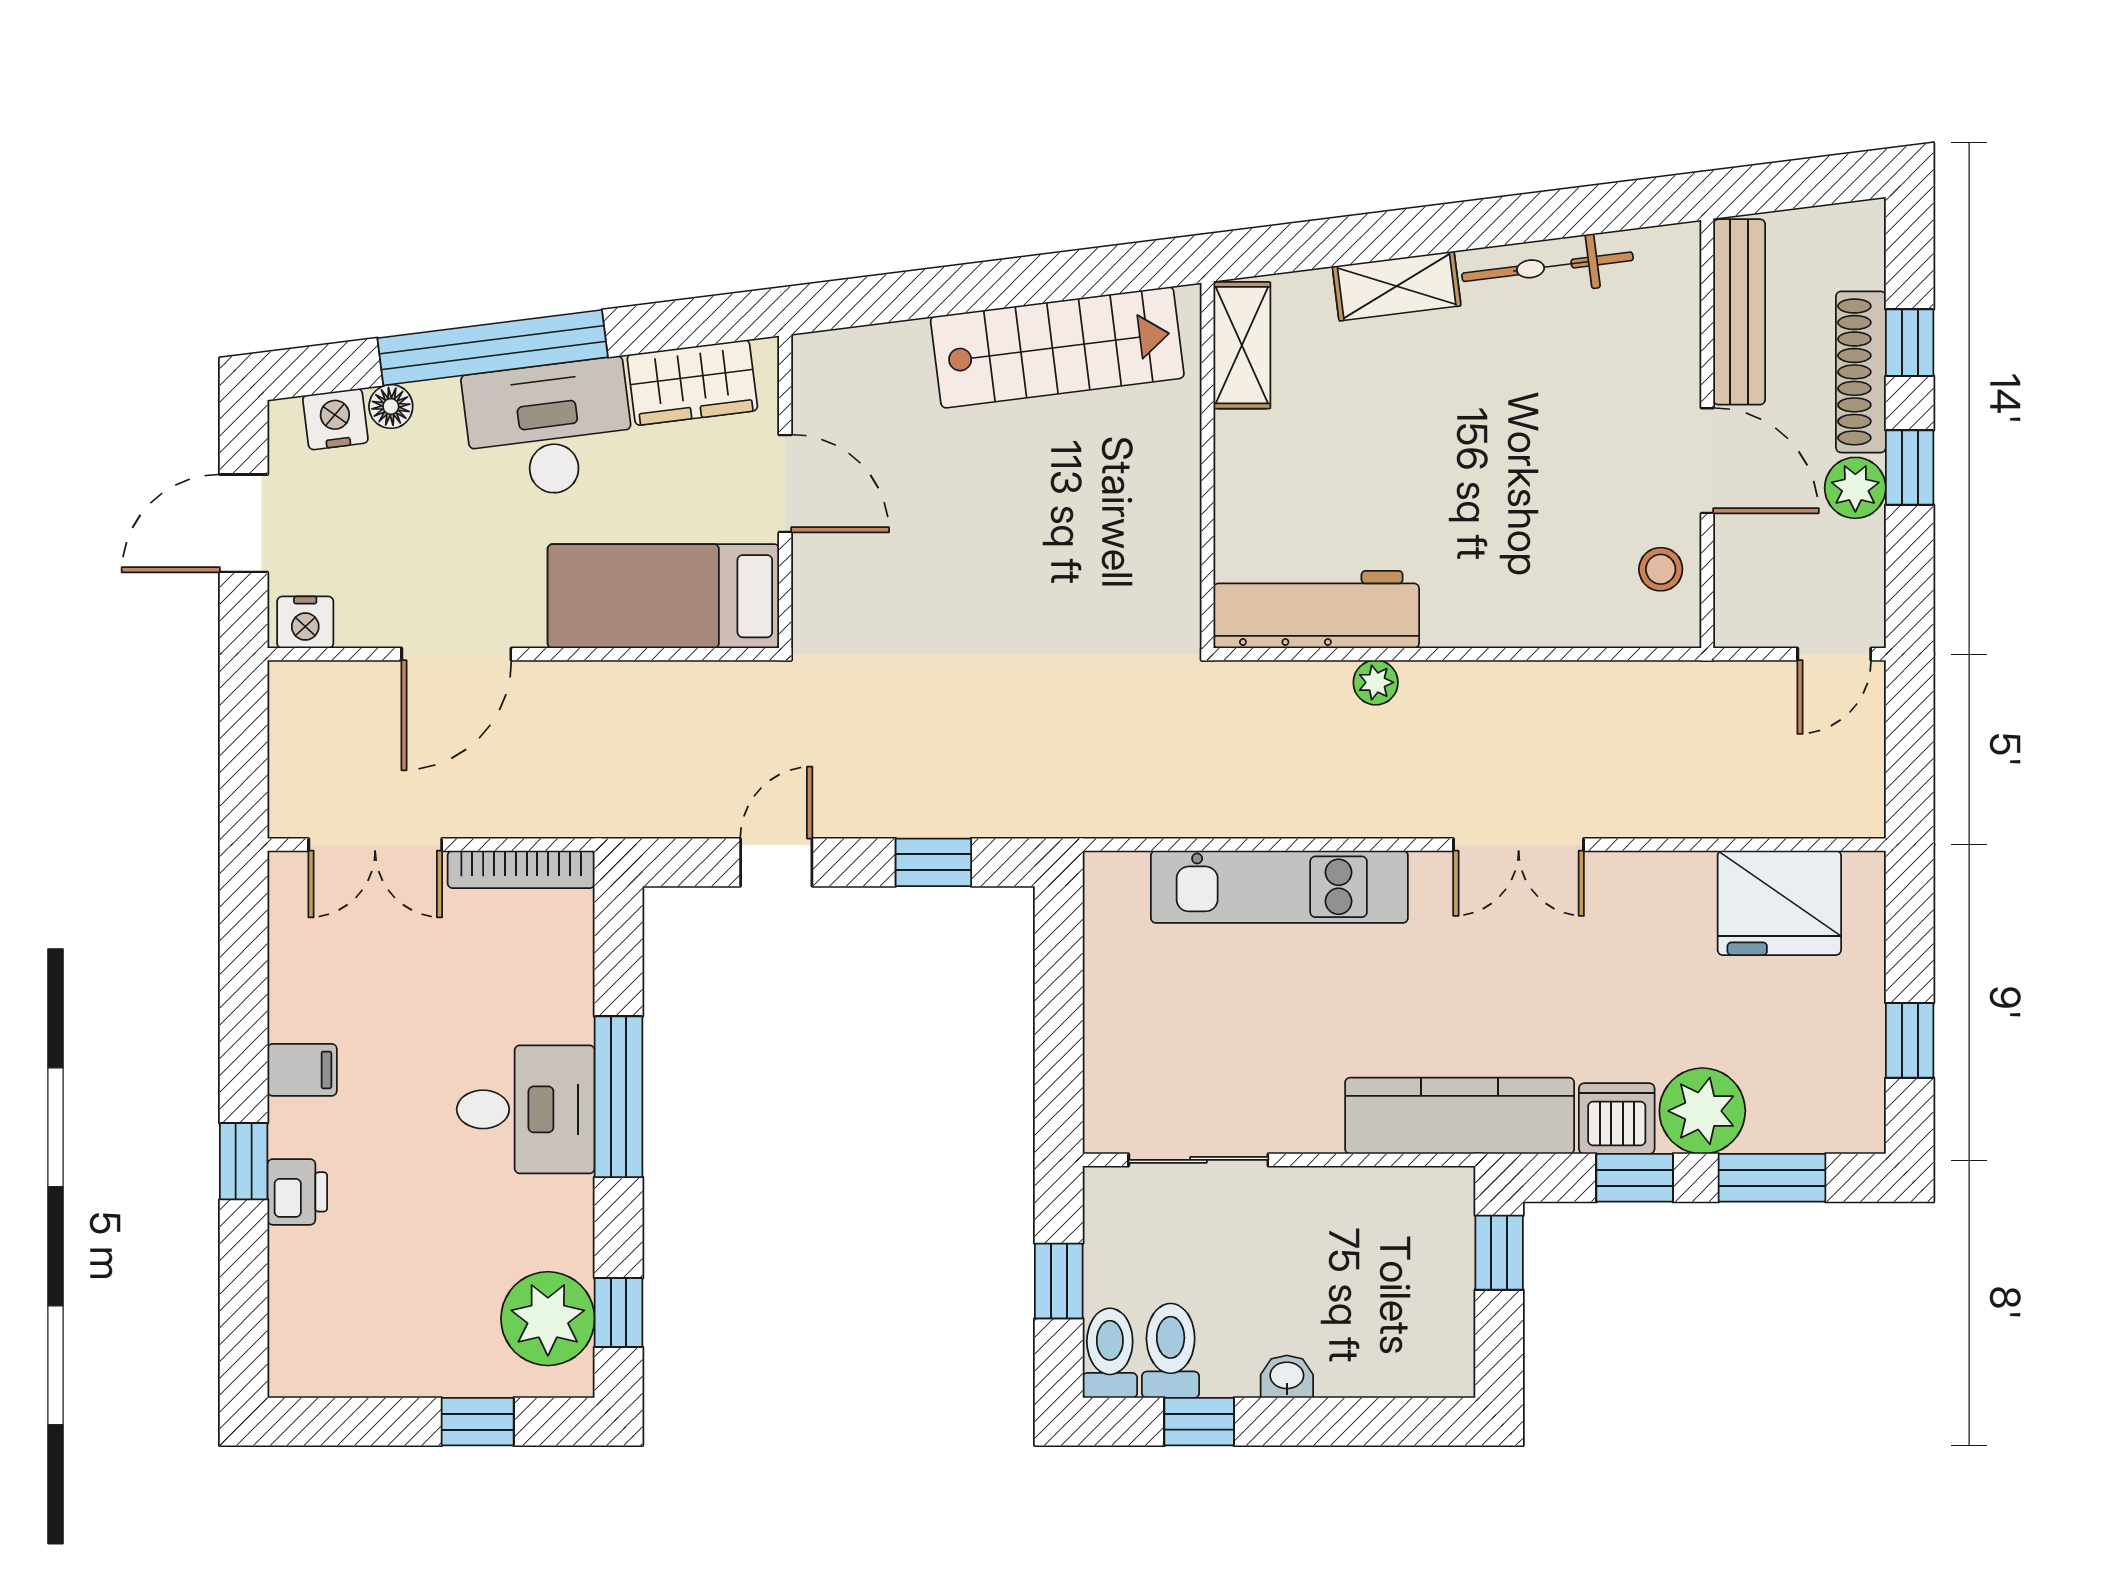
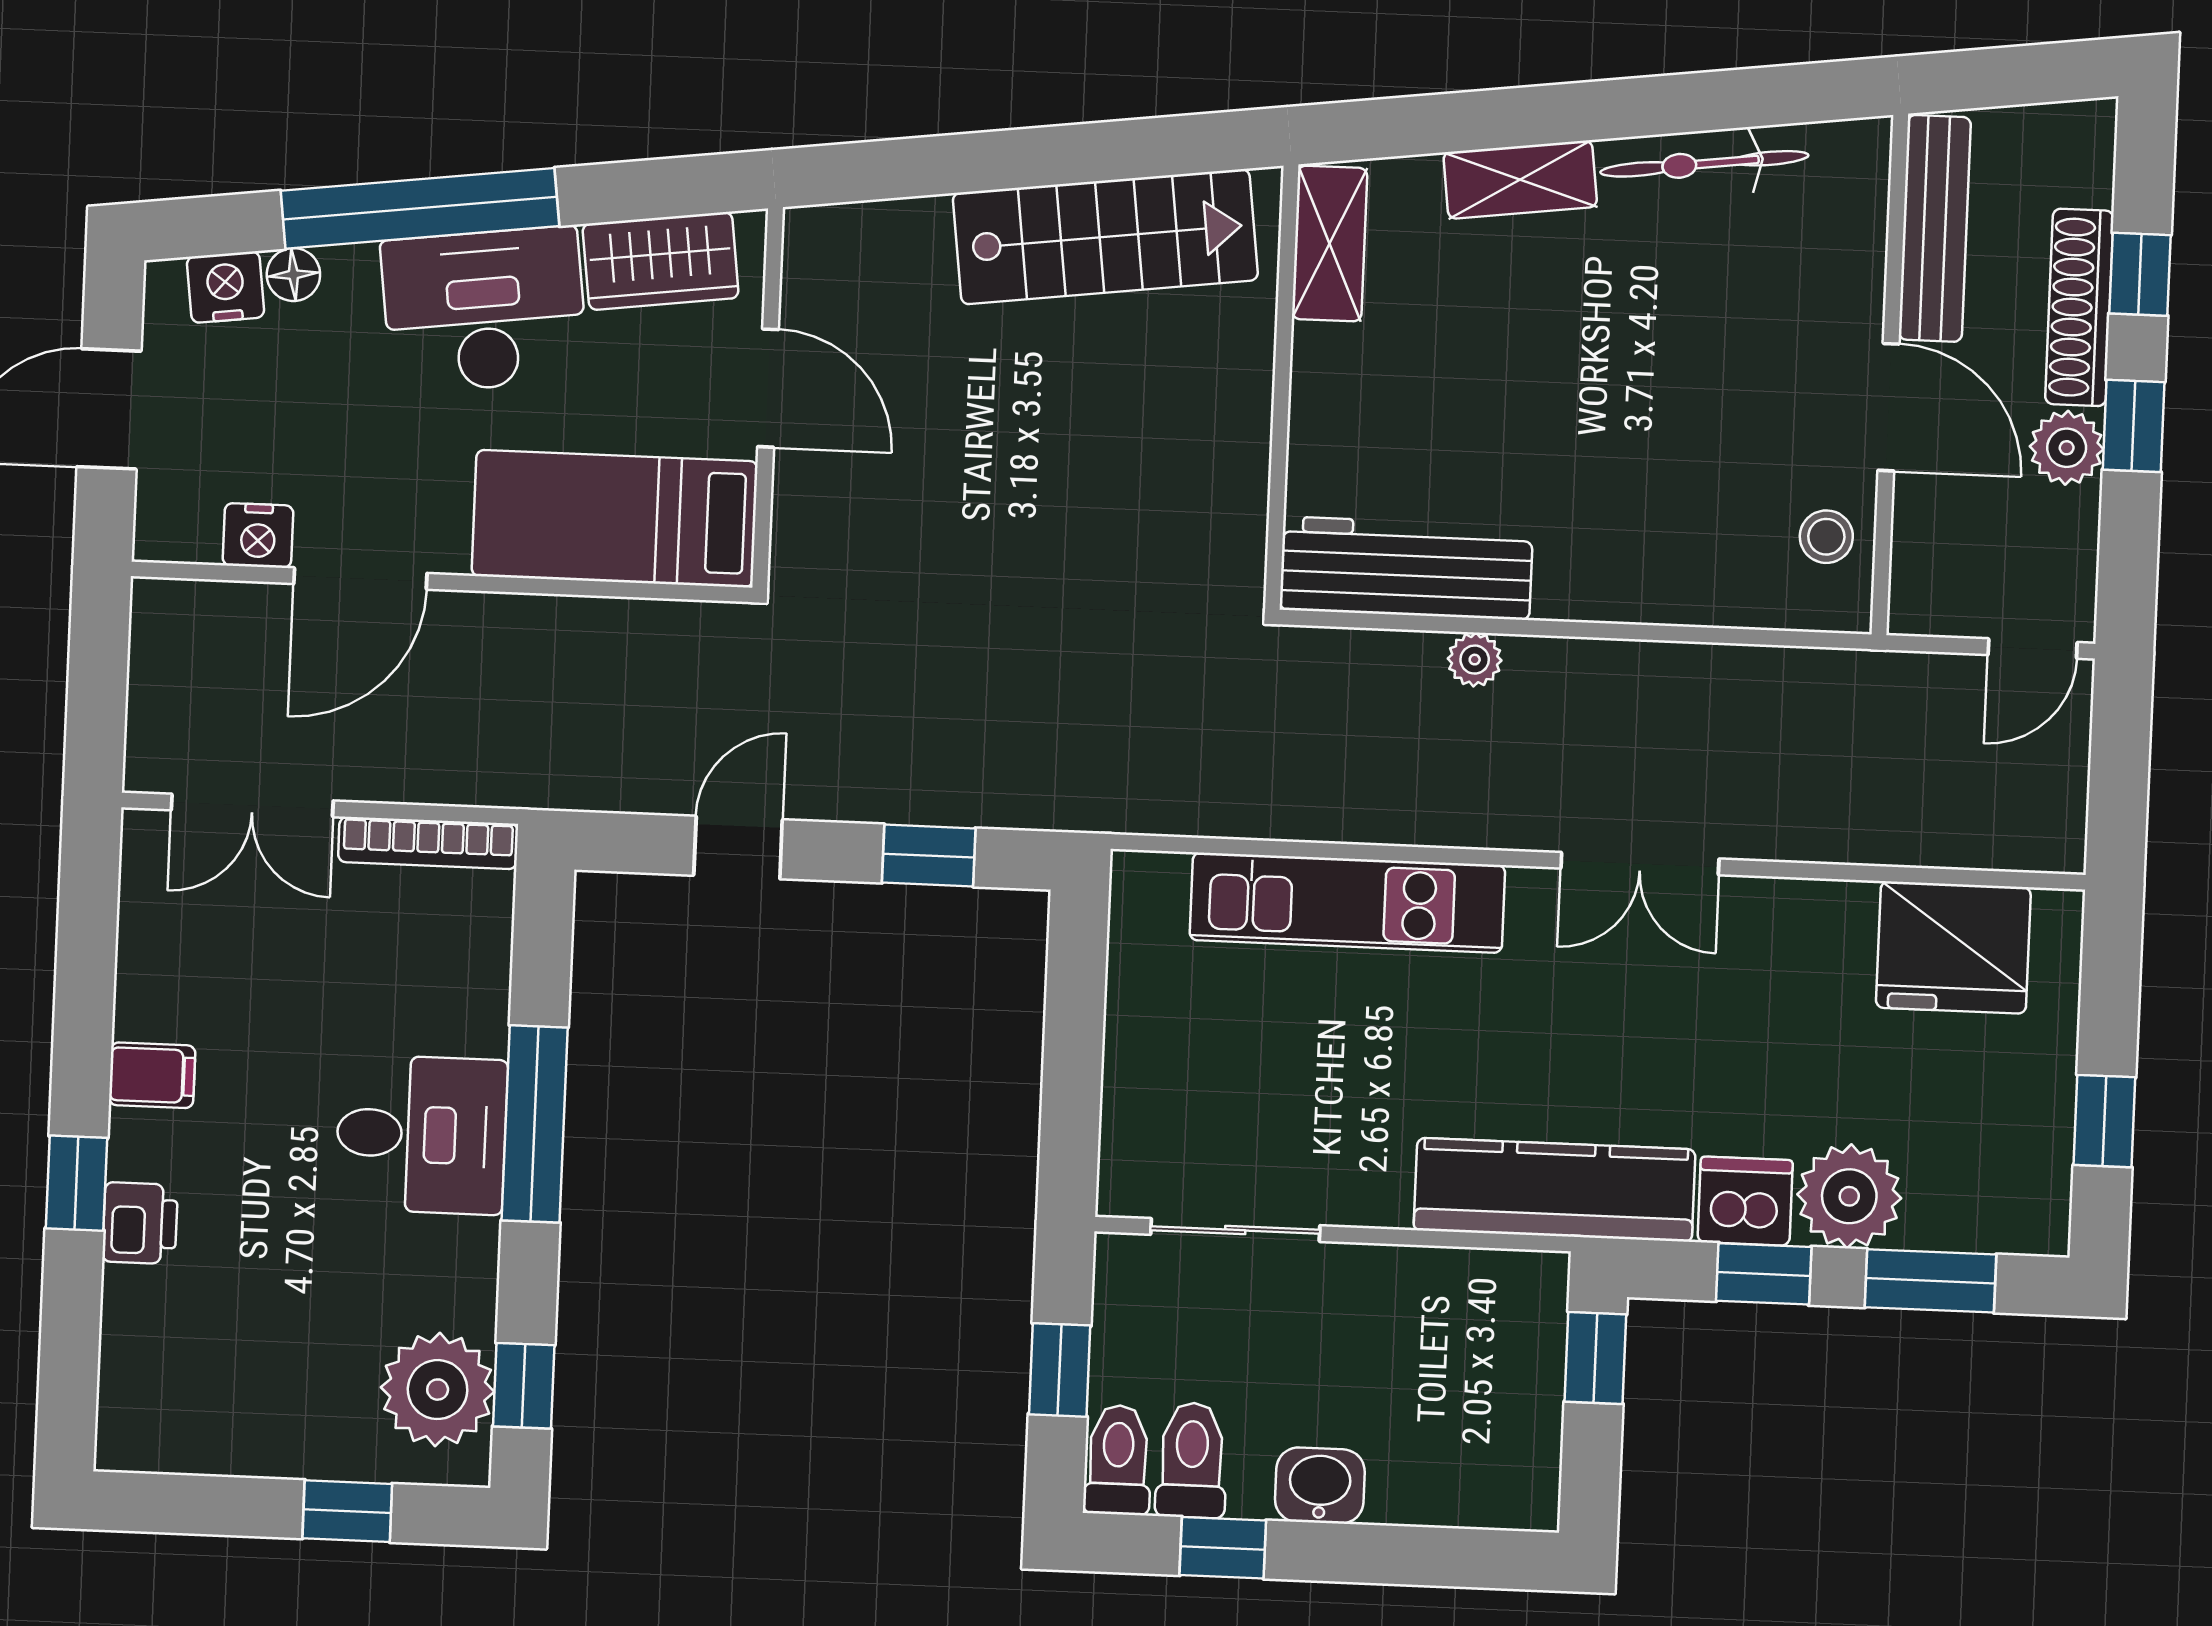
nightstand: (305, 622) -> (258, 536), moved
washbasin: (1287, 1377) -> (1320, 1486), width x1.38, depth x1.45

